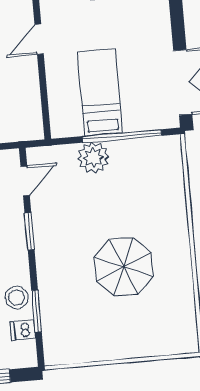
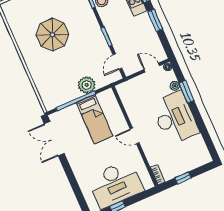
door: (39, 39) -> (135, 136), swing flipped

